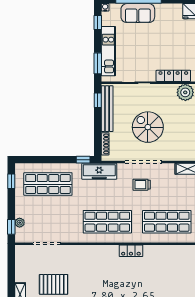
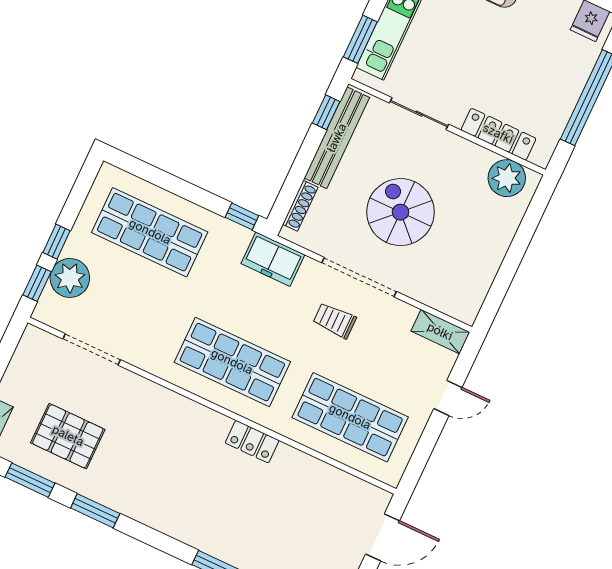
freezer: (99, 171) -> (273, 259), width x0.71
window: (11, 181) -> (57, 242), moved
plant: (20, 223) -> (70, 278), width x1.88, depth x1.88

